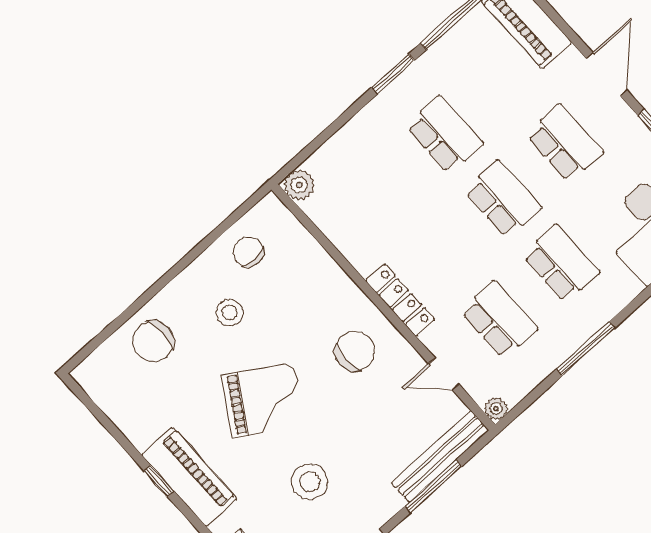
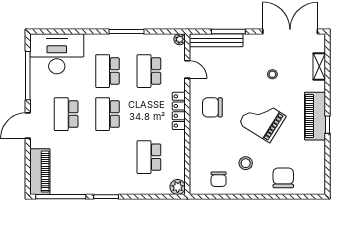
school desk: (444, 135) -> (149, 157), moved
chair: (153, 341) -> (283, 178), turned -90
stool: (310, 482) -> (272, 74), width x0.53, depth x0.53

